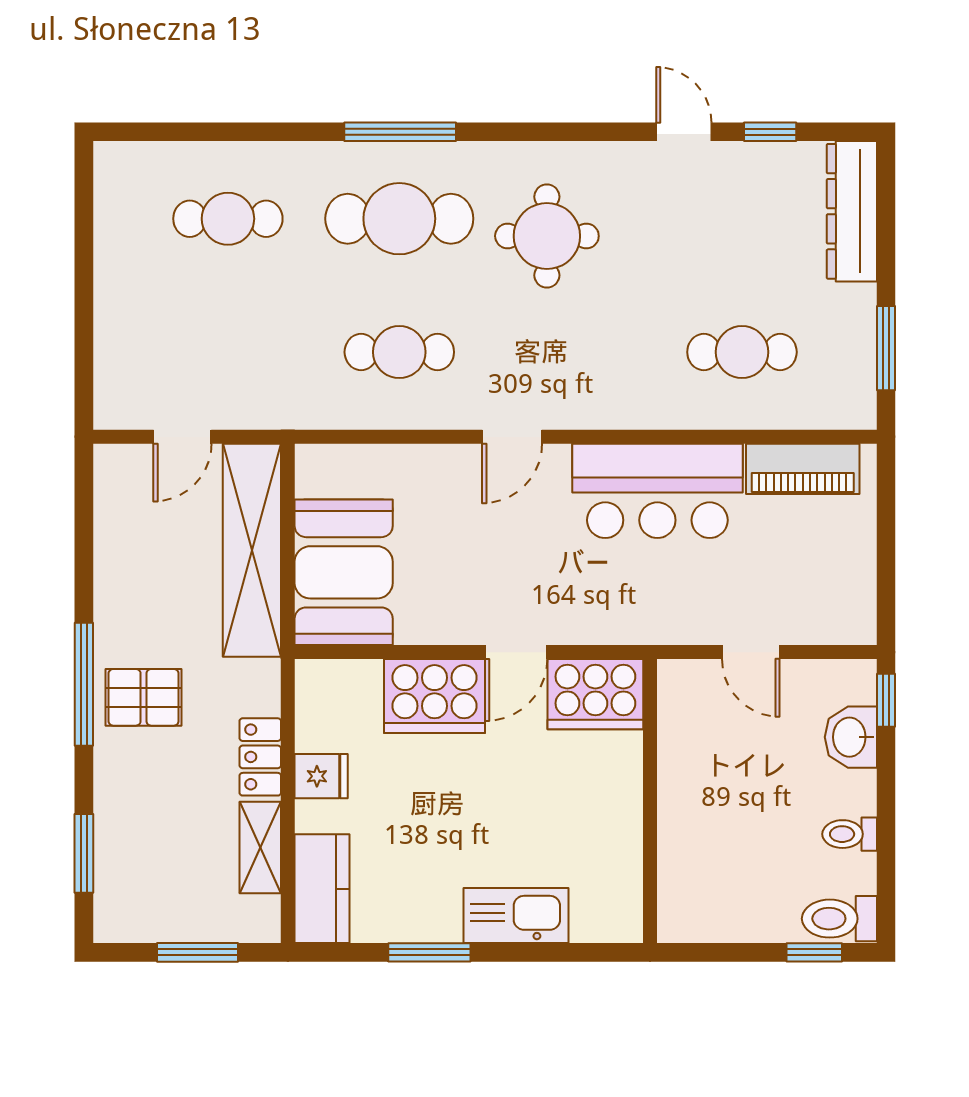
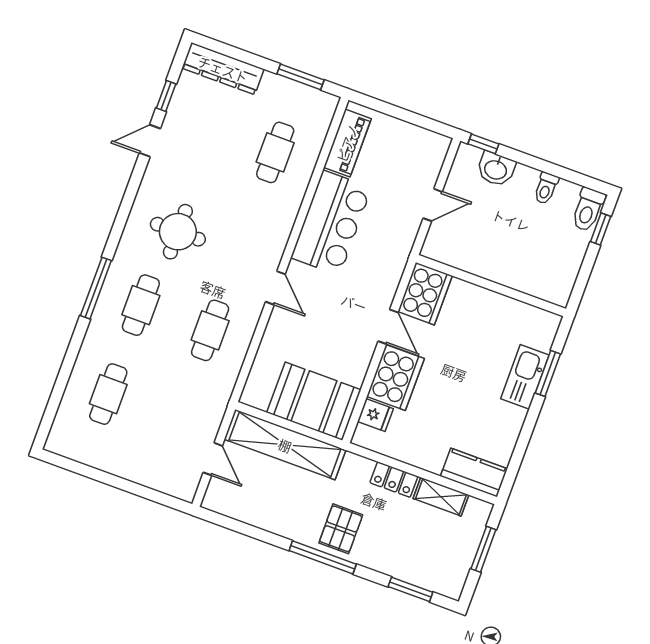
cafe table: (399, 219) -> (141, 305), width x0.73, depth x0.74
fridge: (321, 776) -> (375, 415), moved, turned 90
window: (429, 952) -> (548, 373), moved

